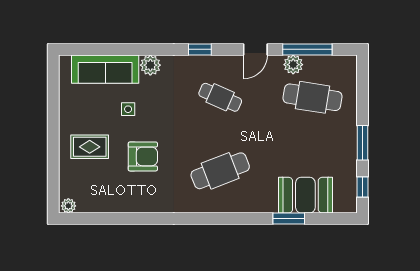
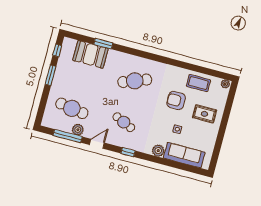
coffee table: (113, 195) -> (198, 83), added

